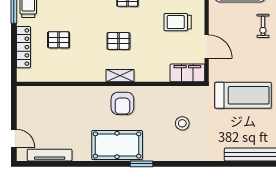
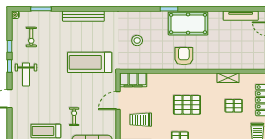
trolley: (178, 22) -> (141, 120), turned 180
pallet: (118, 41) -> (187, 105), width x1.50, depth x1.42
door: (207, 47) -> (118, 100), hinge flipped
shelving: (120, 76) -> (228, 78), moved

